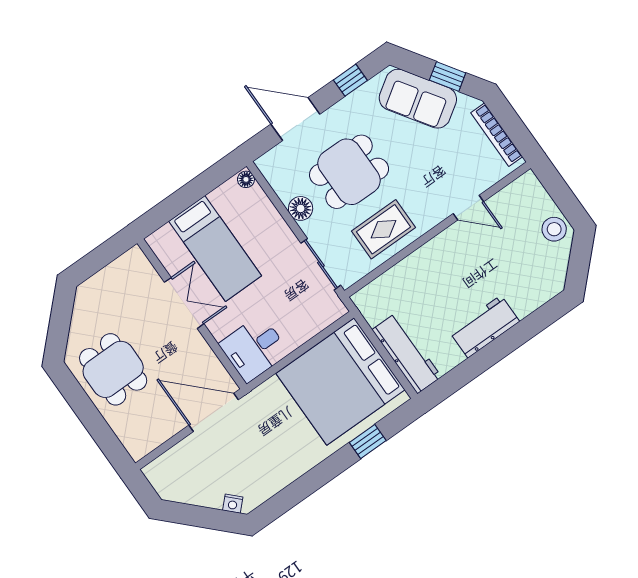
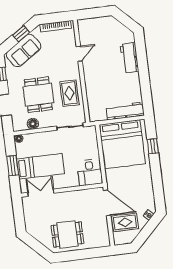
window: (188, 195) -> (13, 166), added
floor lamp: (301, 208) -> (33, 124), moved
stool: (554, 229) -> (107, 23), removed
double door: (184, 303) -> (41, 193), moved
workbench: (484, 327) -> (129, 58), moved
door: (214, 412) -> (107, 203), swing flipped
rug: (195, 466) -> (125, 222), added

